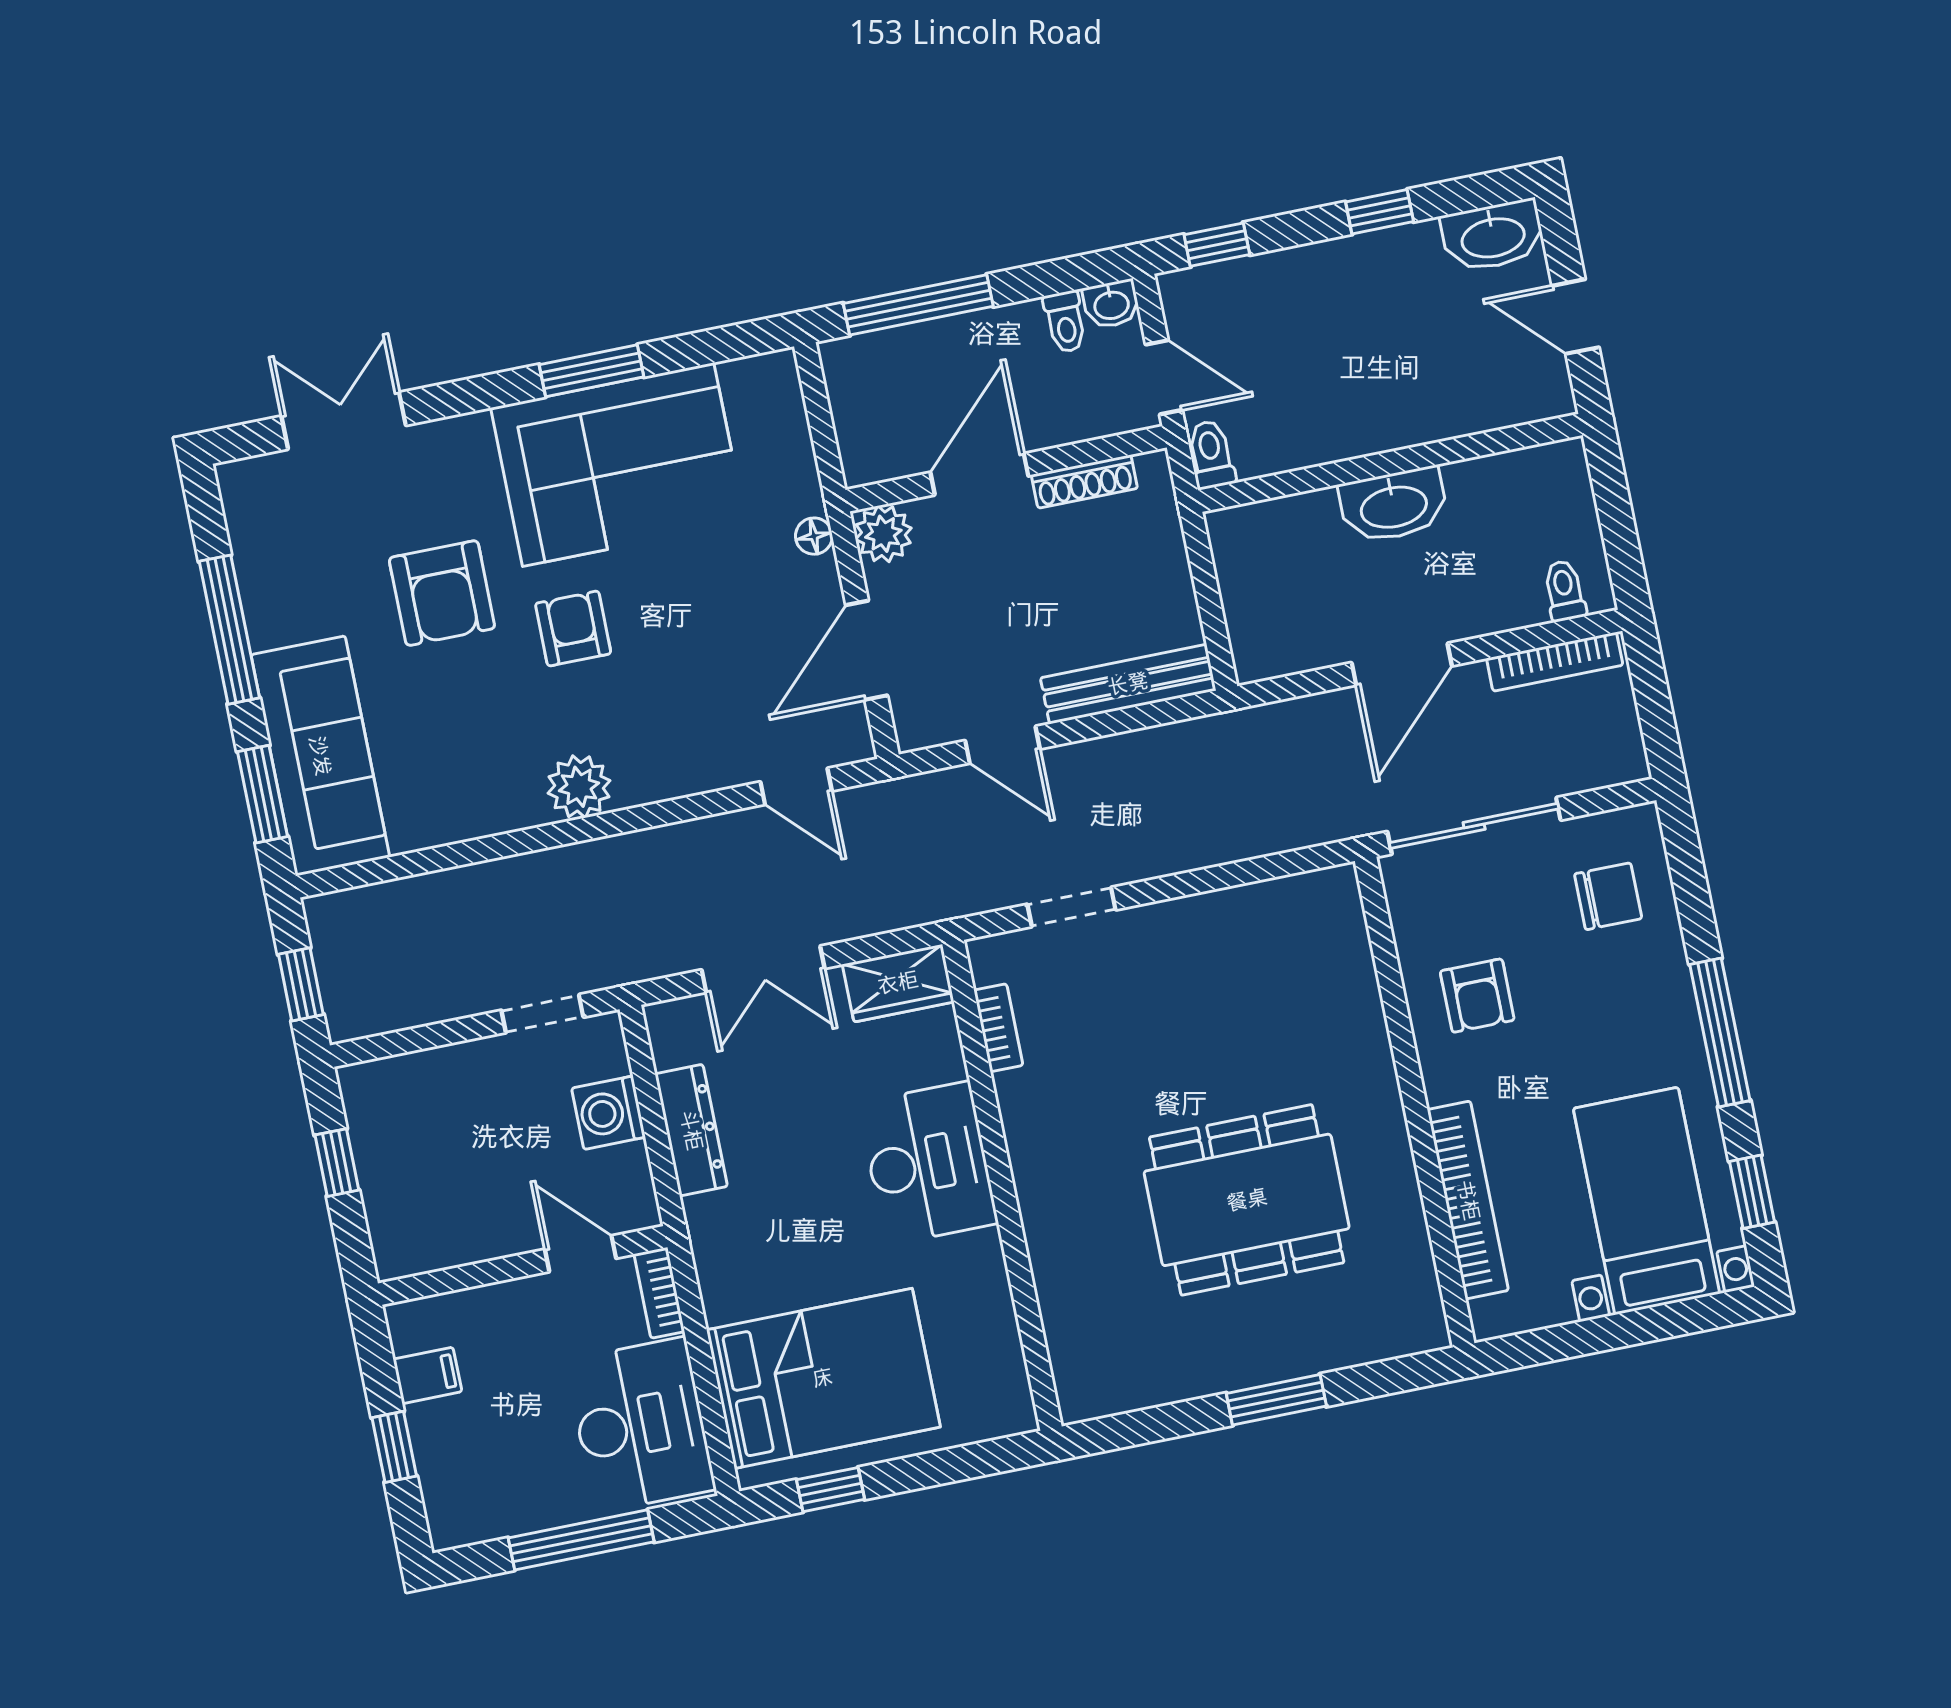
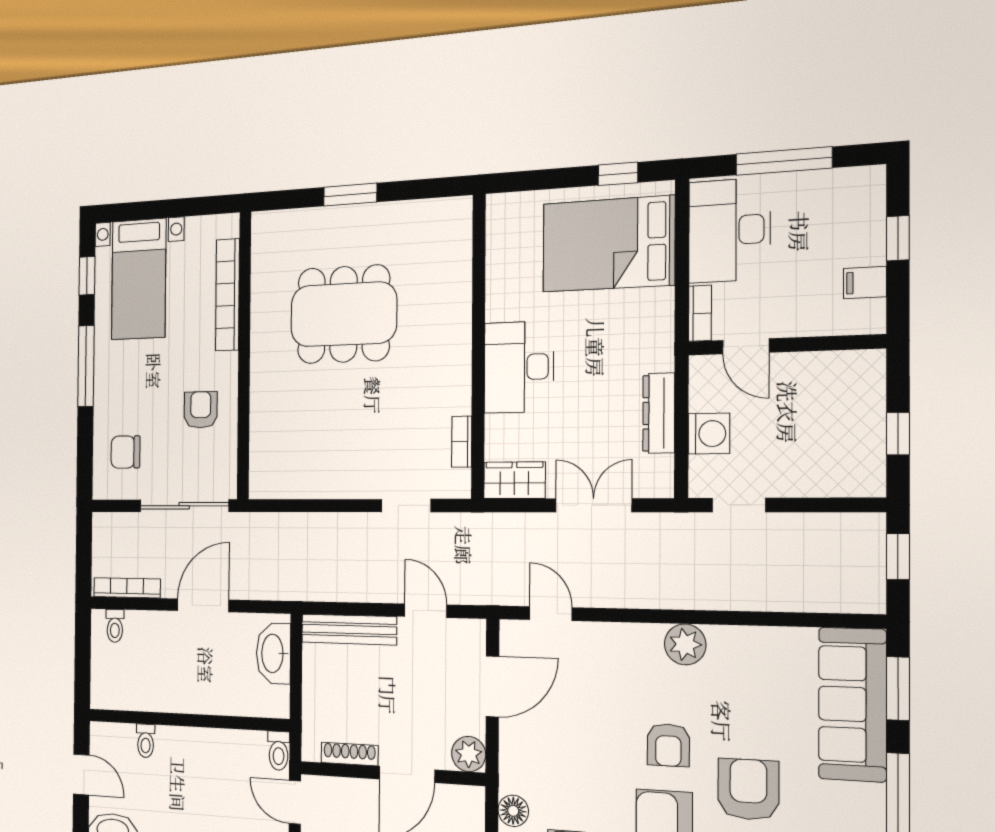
toilet: (1462, 408) -> (146, 741), added
washbasin: (1393, 505) -> (273, 653), moved, turned -90
floor lamp: (814, 536) -> (513, 811), moved, width x1.37, depth x1.37

